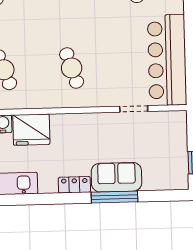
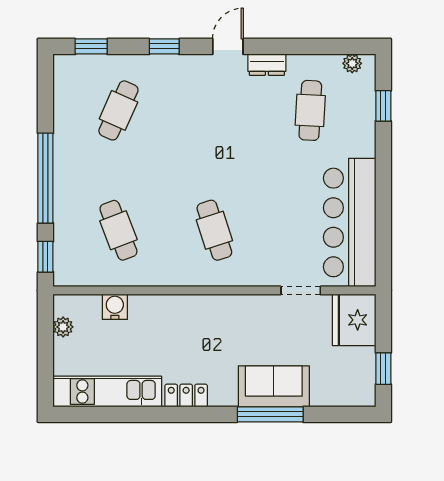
fridge: (31, 130) -> (354, 320), moved, turned 90
locker: (74, 185) -> (186, 396), moved

